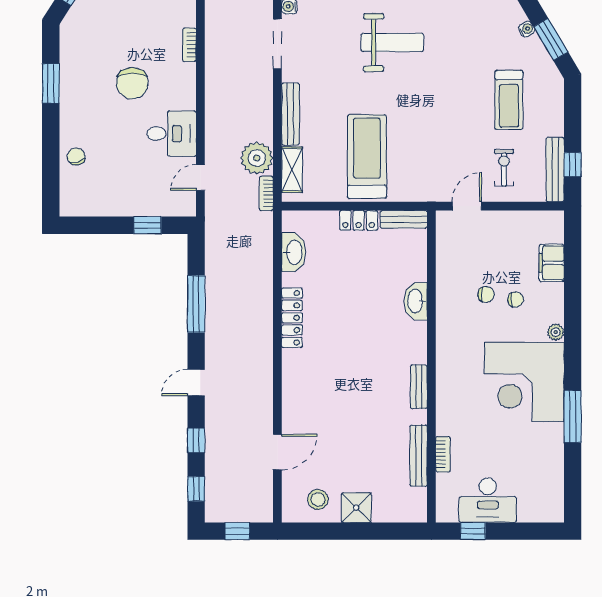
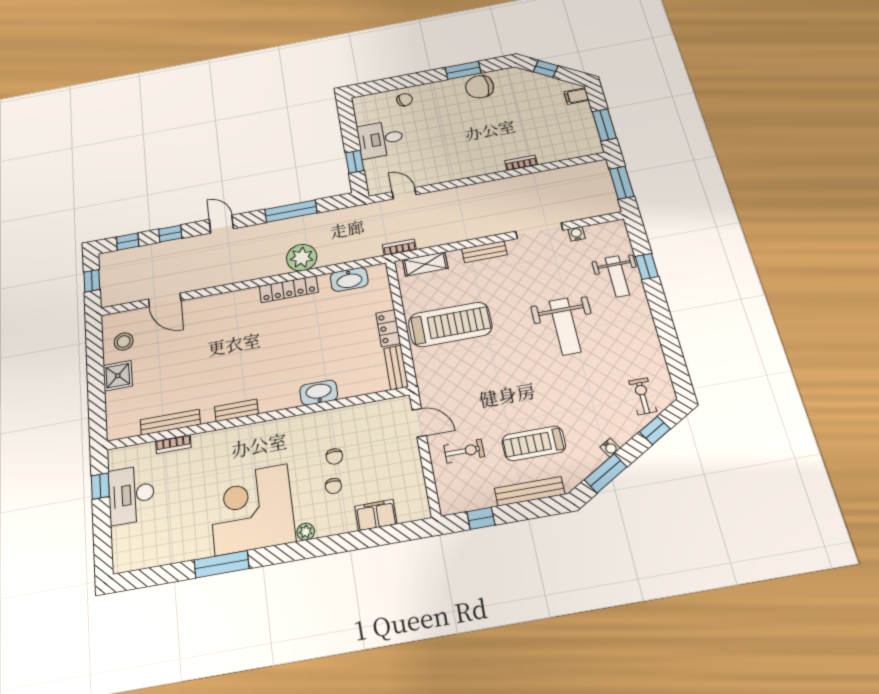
chair: (132, 83) -> (480, 87), moved
bench: (290, 114) -> (484, 252), width x0.73
desk: (172, 134) -> (380, 139), moved, turned 90
plant: (257, 158) -> (302, 258), moved
bench: (555, 170) -> (530, 491), moved

